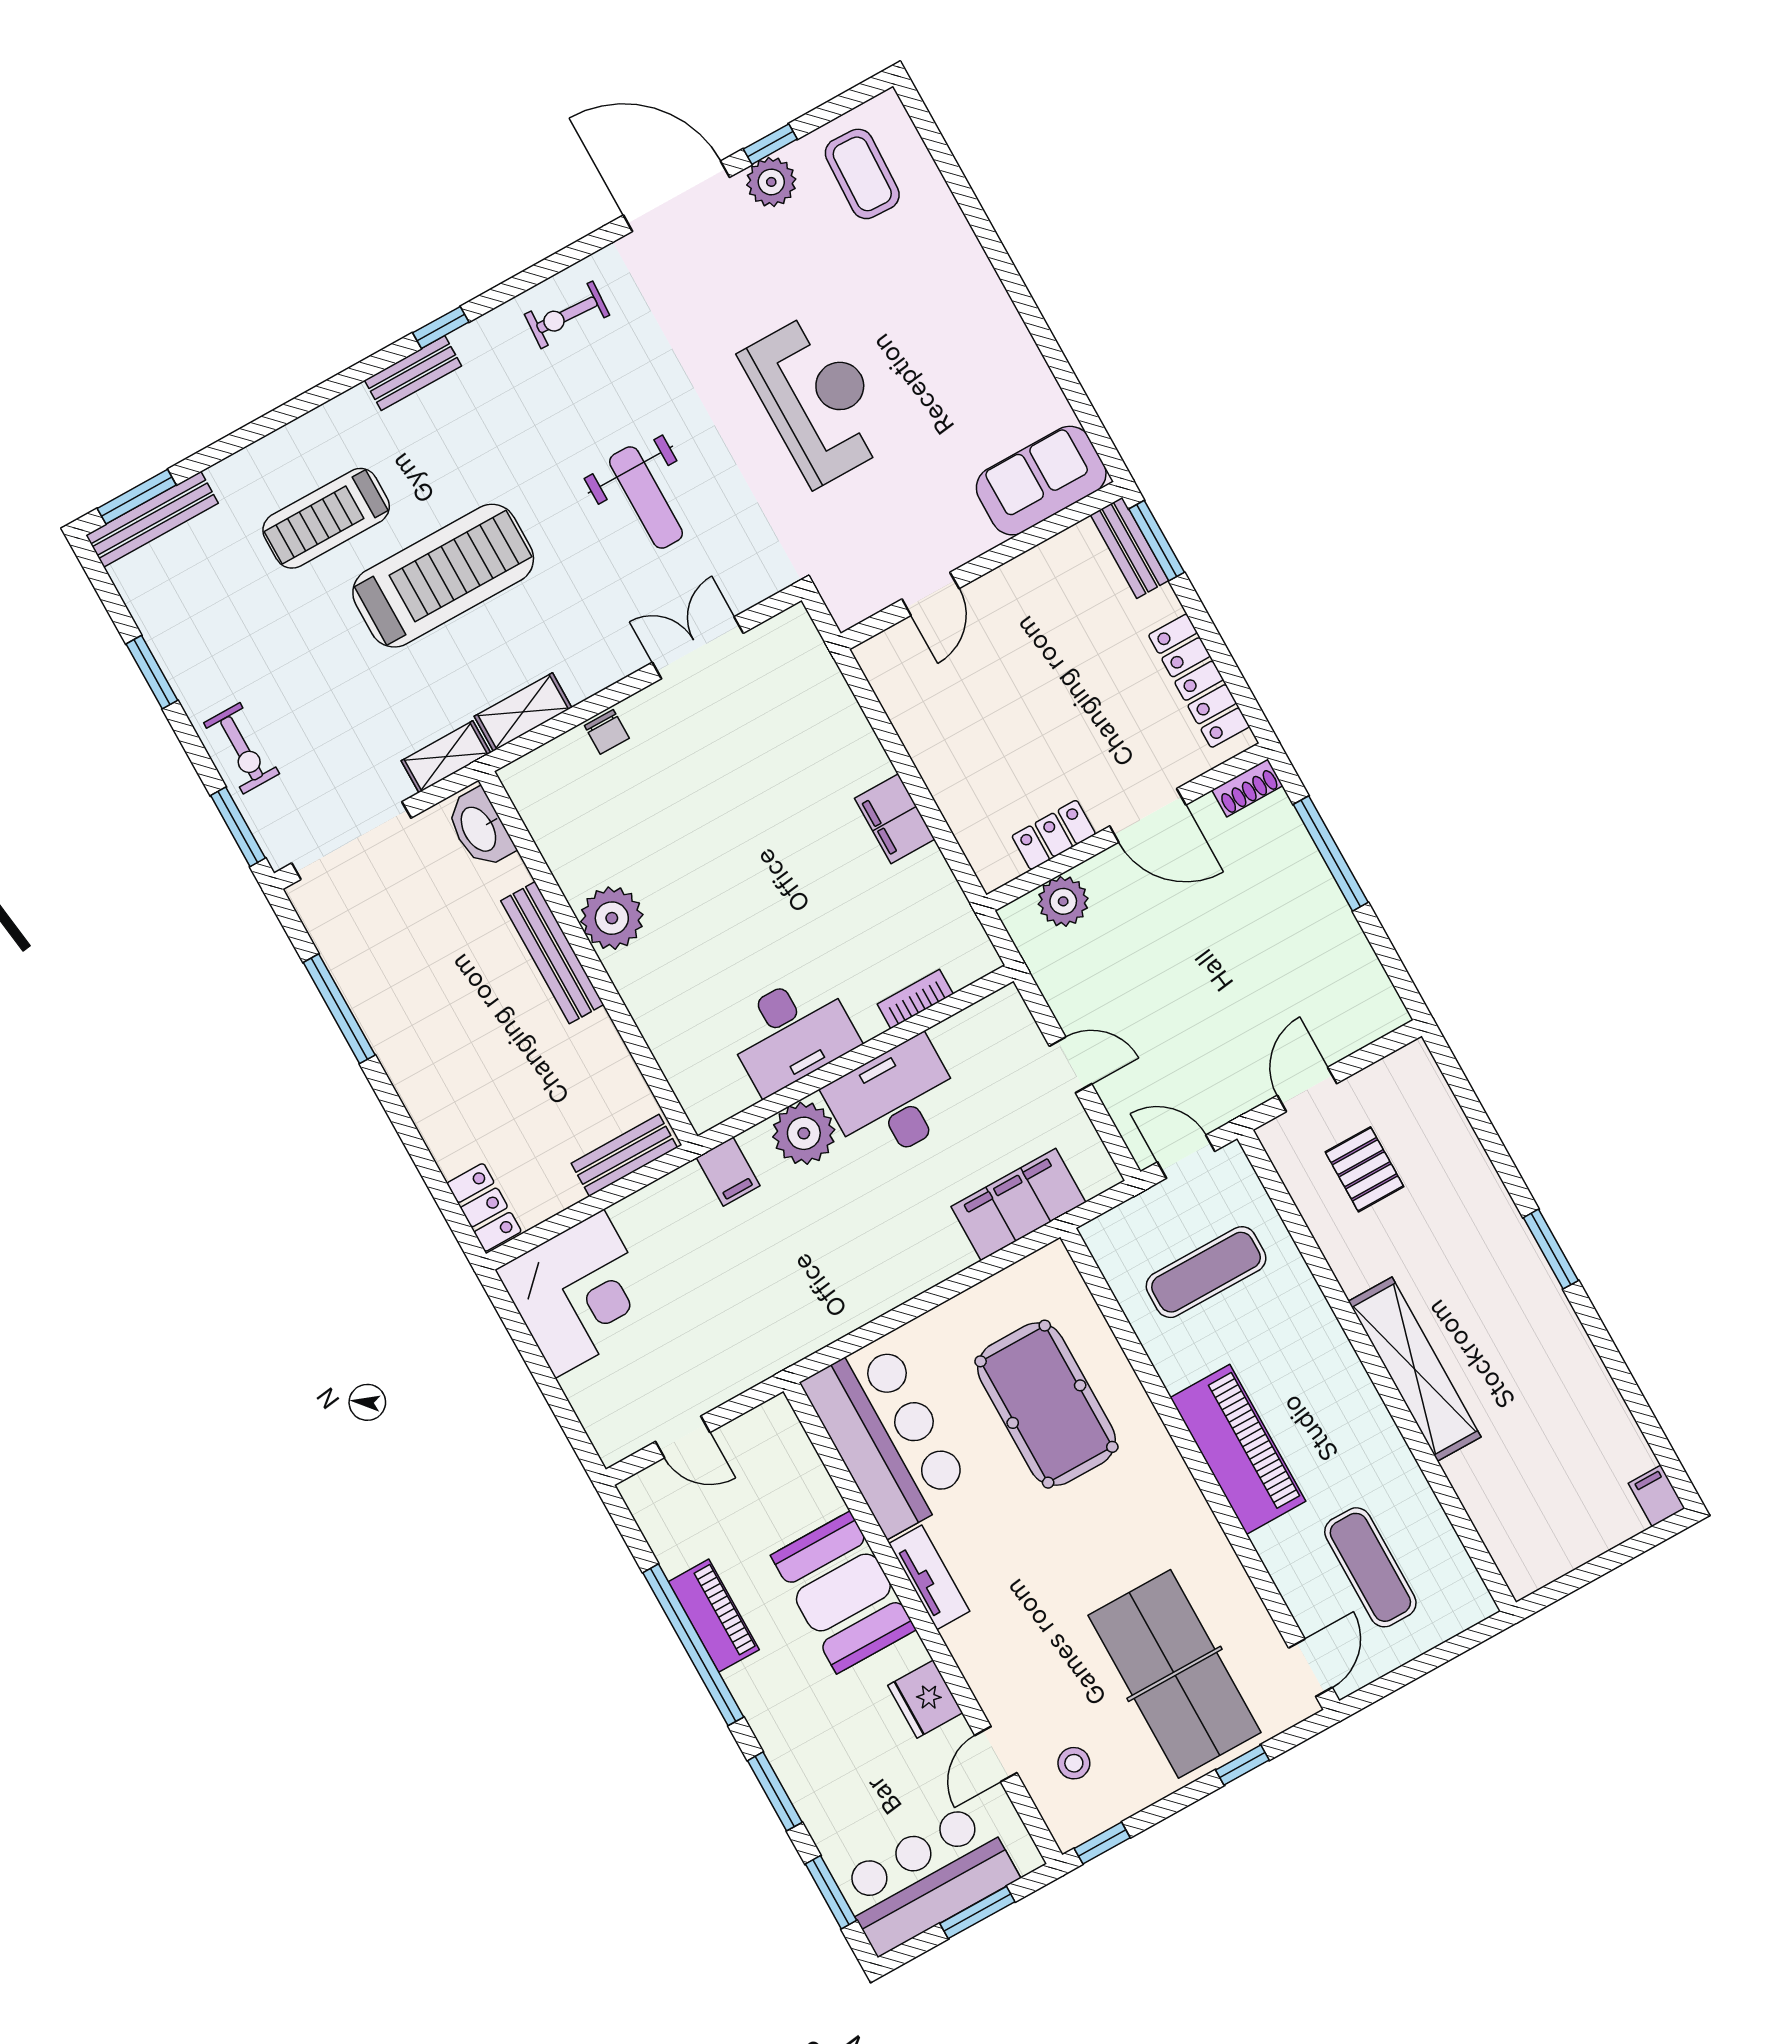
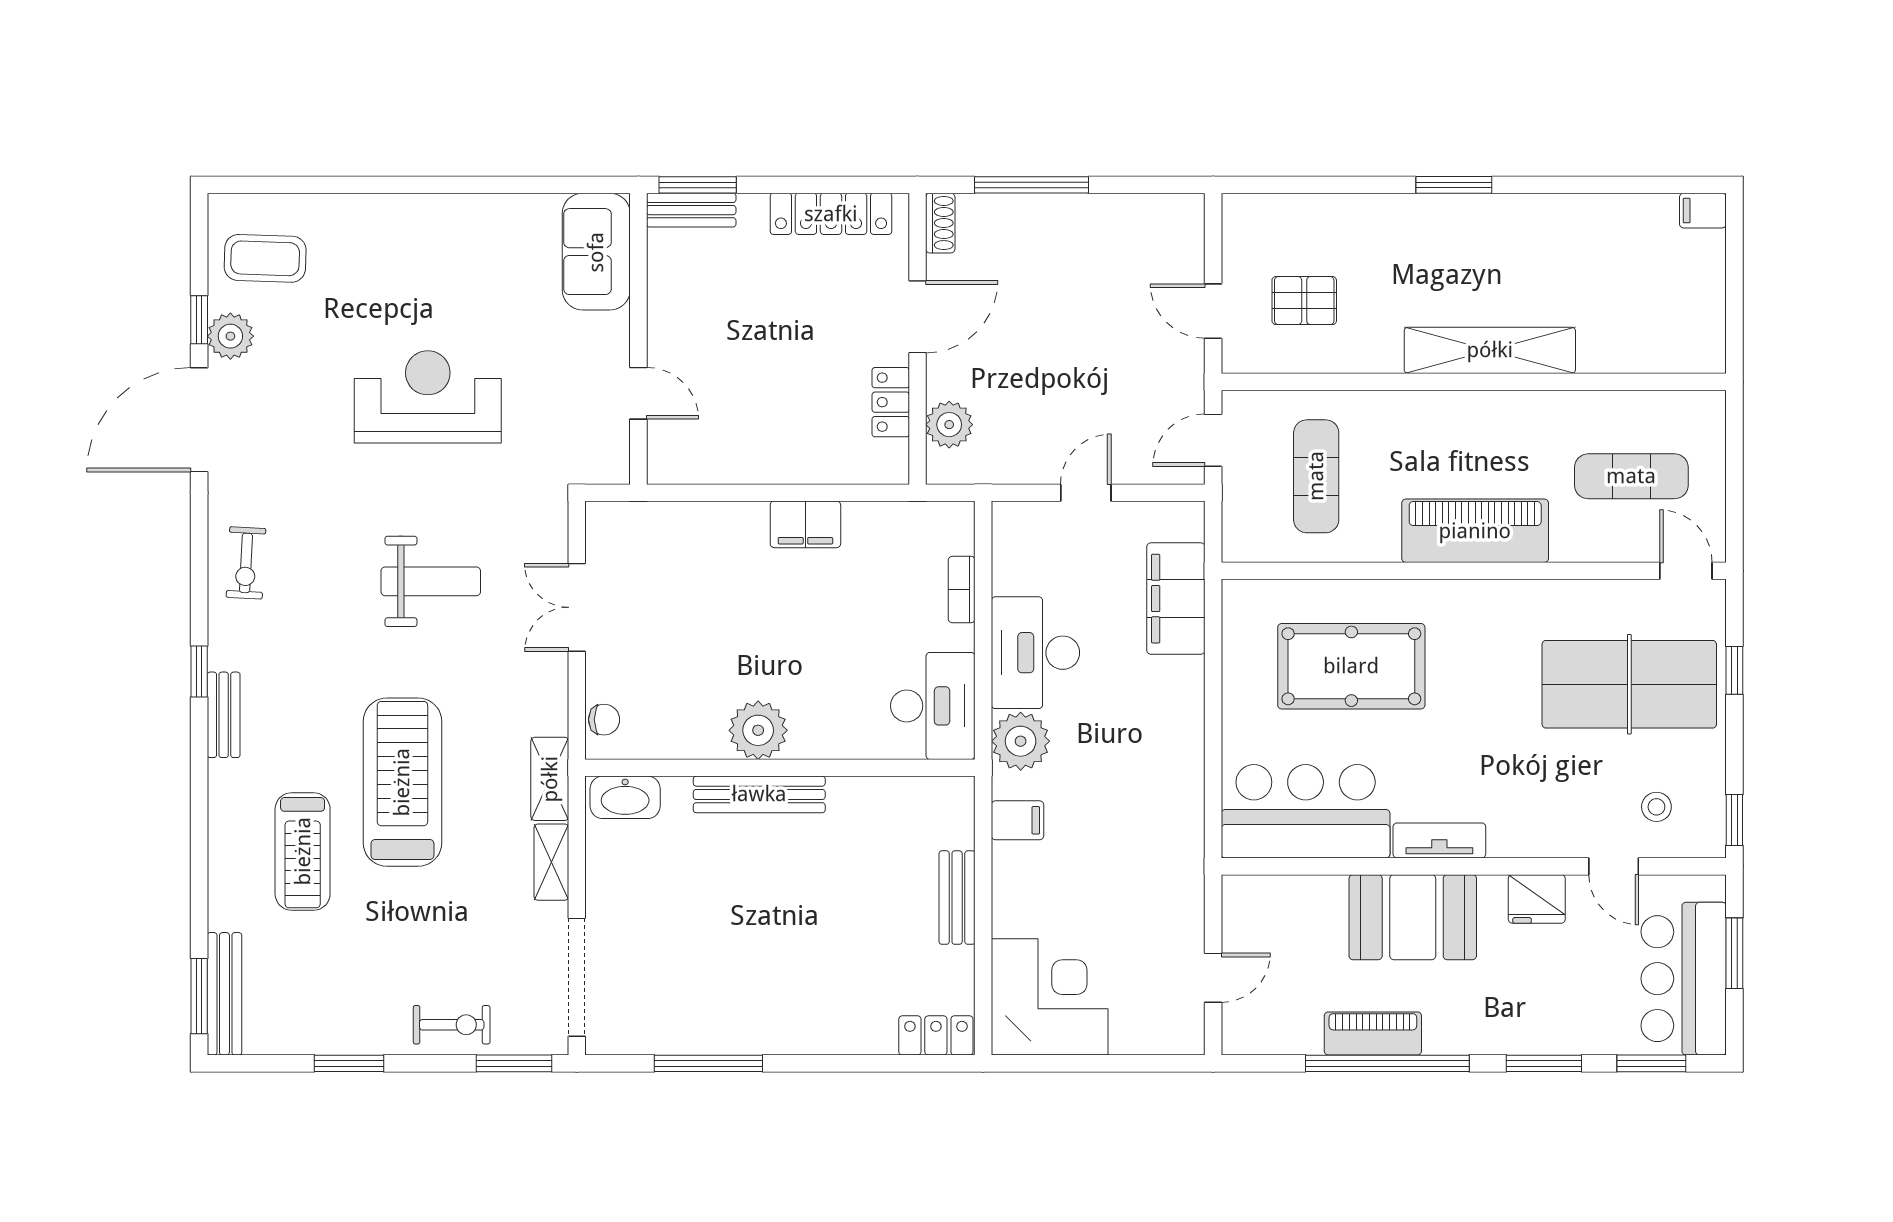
washbasin: (480, 829) -> (625, 797), moved
plant: (612, 918) -> (758, 730), moved
bench: (552, 953) -> (759, 794), moved
wall: (588, 958) -> (780, 768), moved

